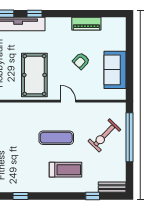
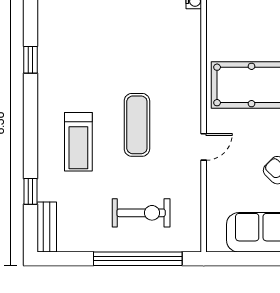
exercise bike: (104, 135) -> (141, 213), turned 136

